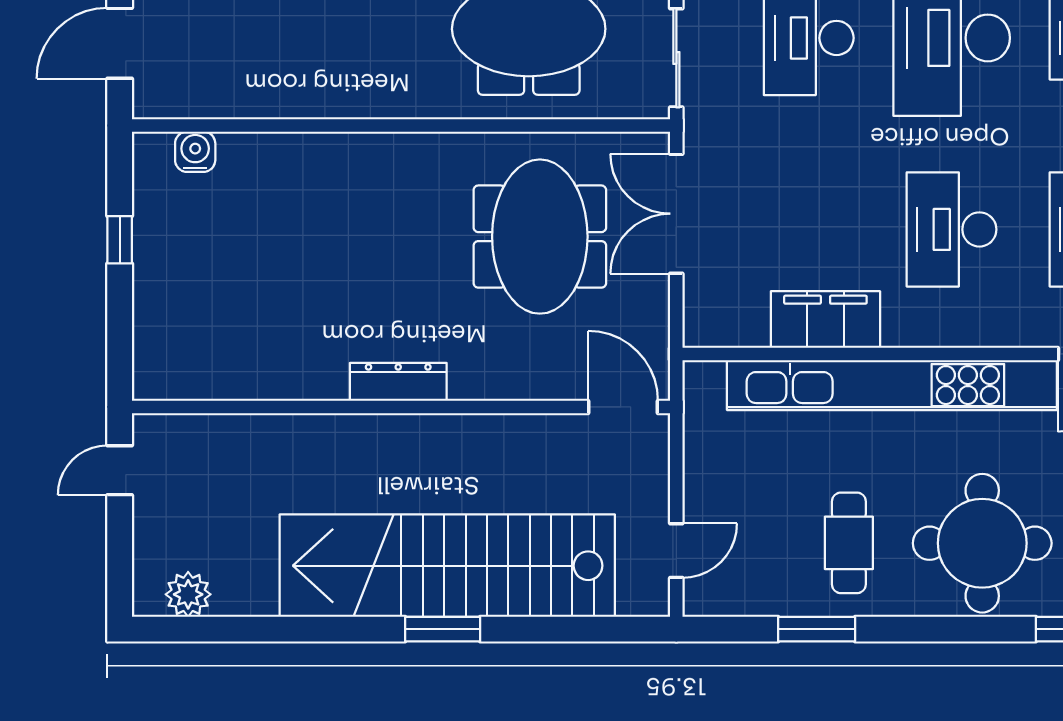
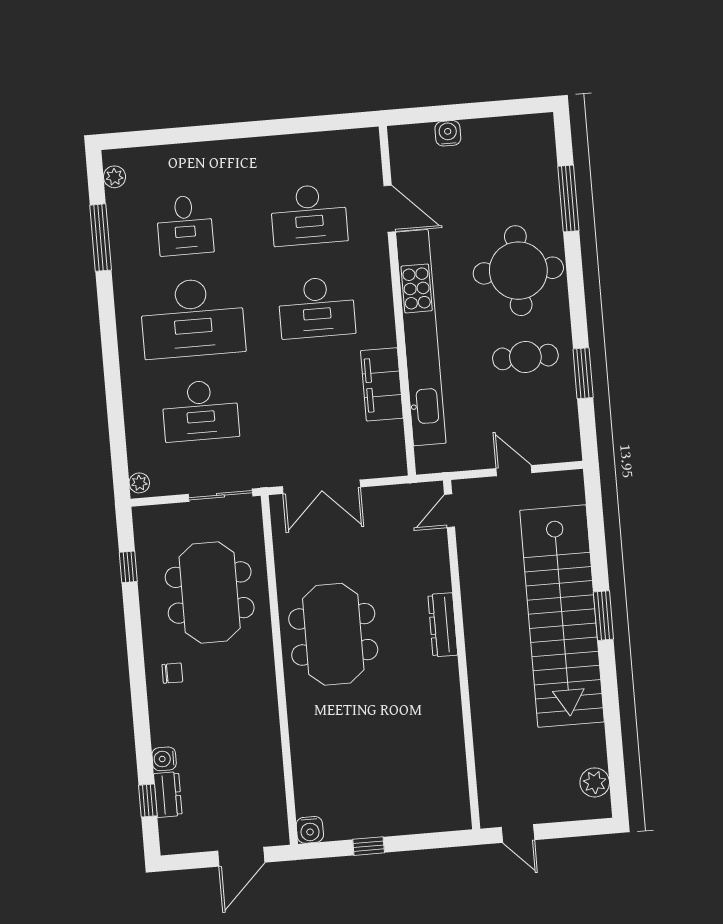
door: (120, 43) -> (241, 857), hinge flipped
water cooler: (195, 152) -> (310, 830), moved, turned -90
meeting table: (540, 237) -> (333, 634), moved, turned 90
dresser: (398, 382) -> (443, 625), moved
door: (623, 407) -> (450, 511), width x0.73
door: (676, 551) -> (514, 471), moved

